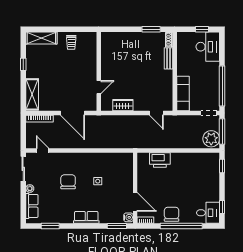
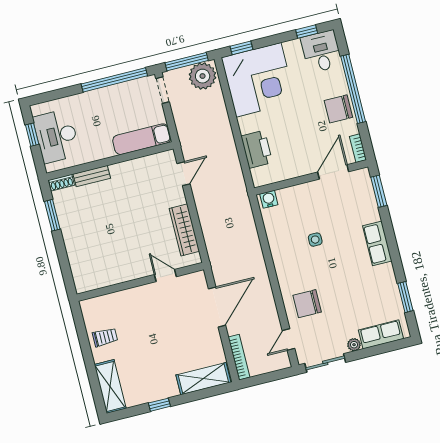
desk: (208, 47) -> (56, 136), moved, turned -90
wardrobe: (123, 105) -> (184, 230), width x1.50
corner desk: (201, 171) -> (259, 80), added
chair: (68, 182) -> (307, 304), moved
water cooler: (128, 217) -> (269, 199), moved

